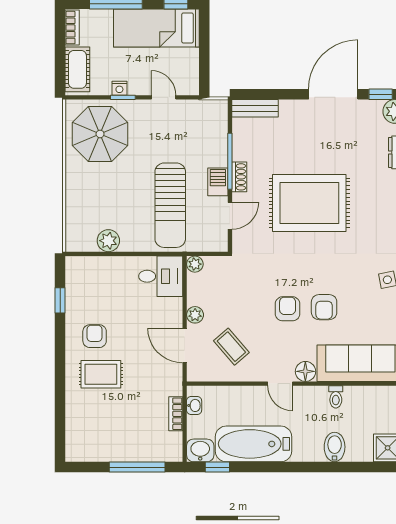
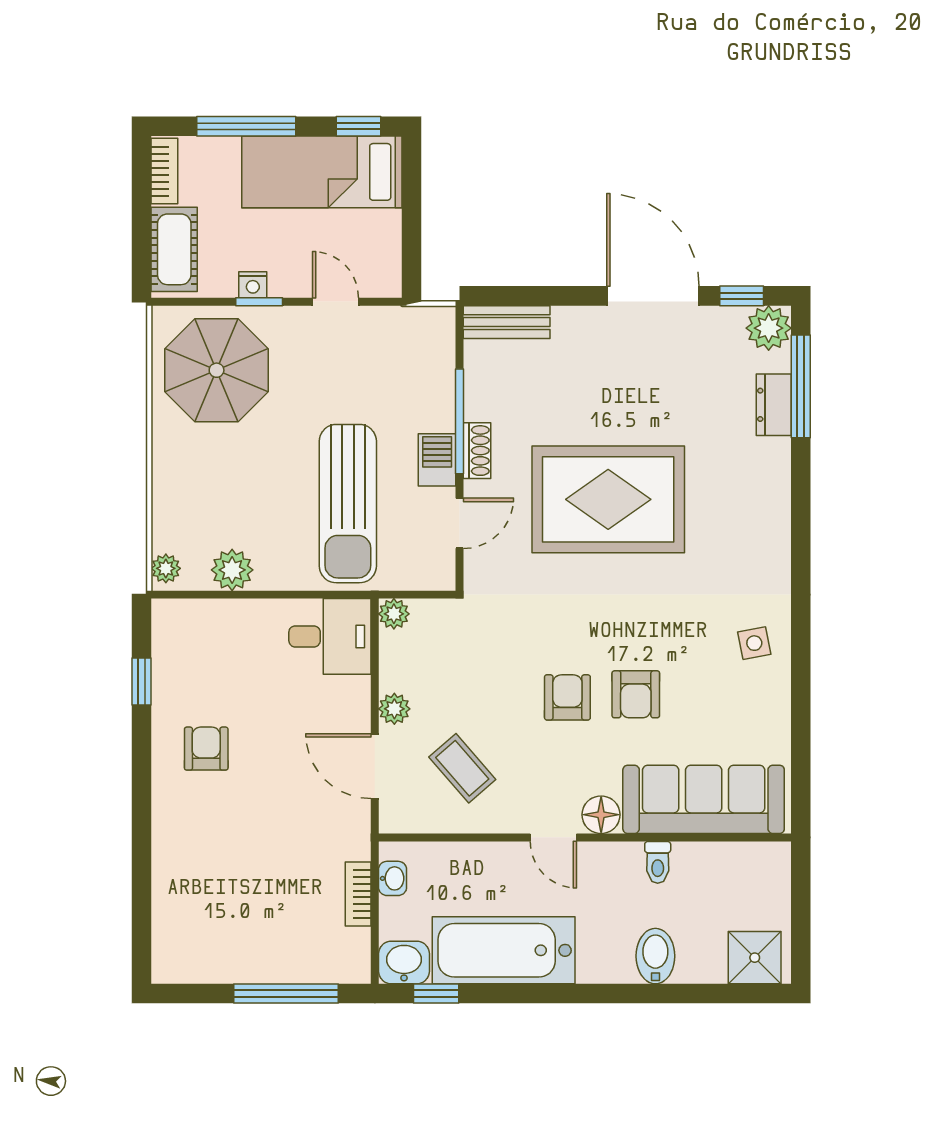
door: (333, 94) -> (653, 296), hinge flipped
plant: (73, 240) -> (166, 568), added
rug: (101, 374) -> (218, 820), removed

